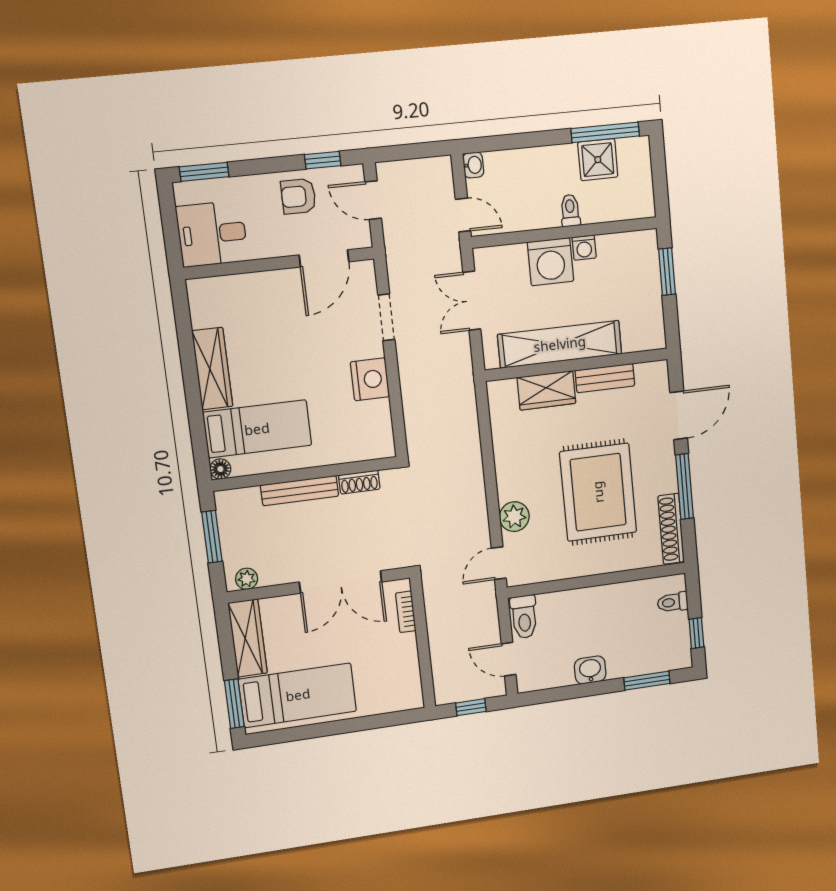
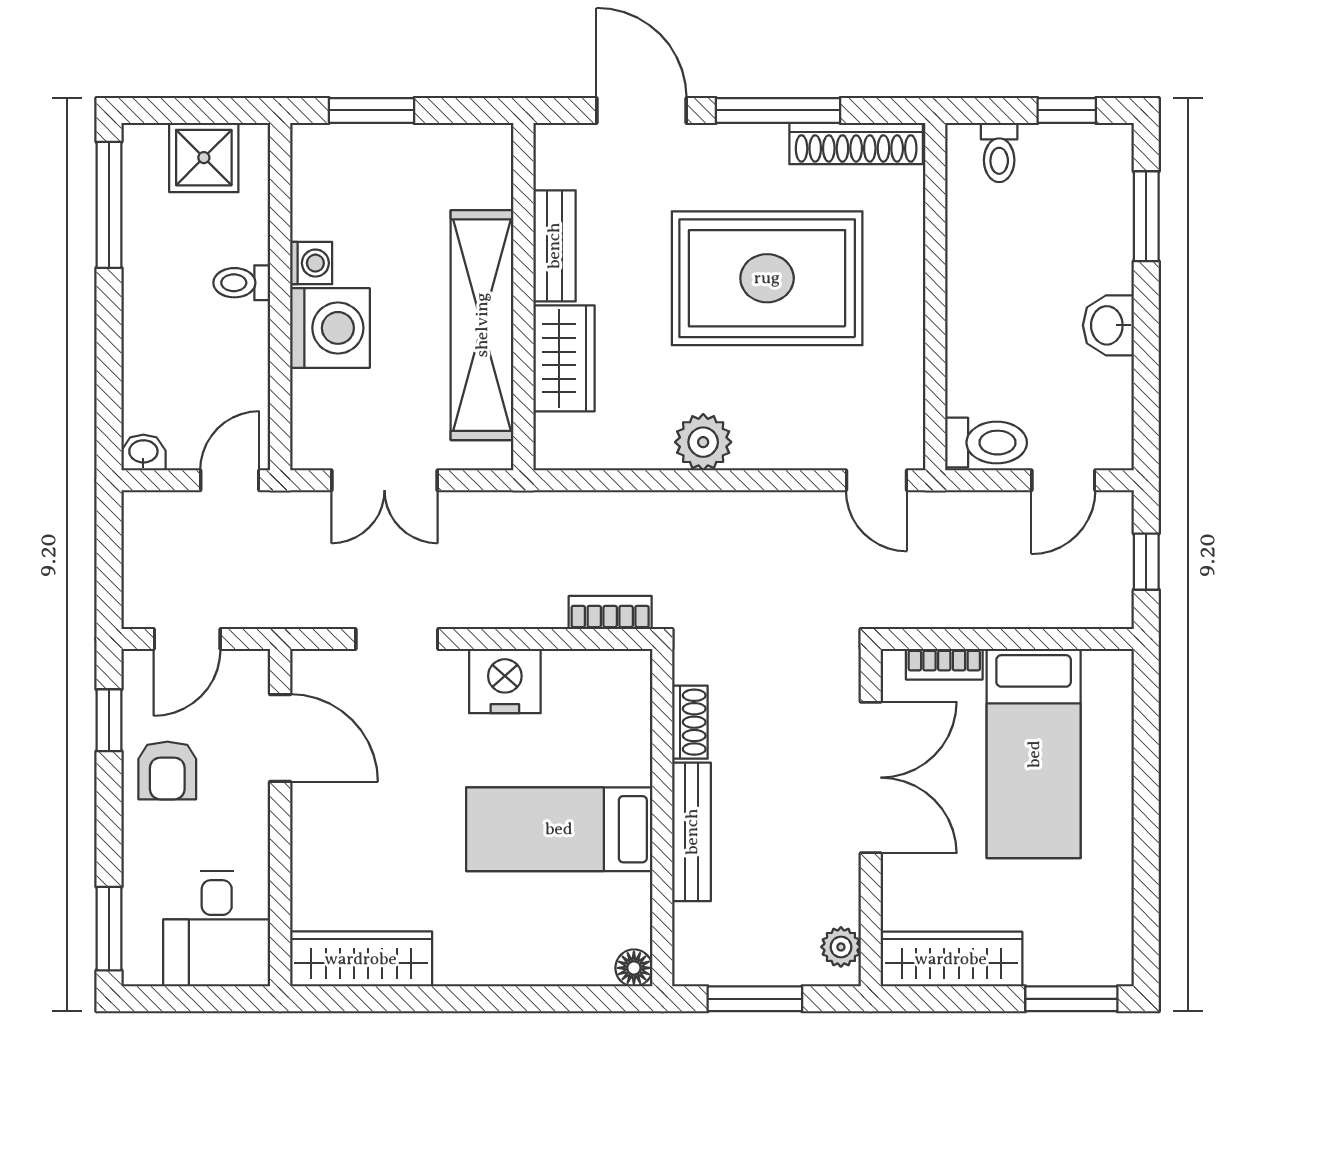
shower: (598, 160) -> (204, 158), moved
wardrobe: (212, 369) -> (361, 959), moved
bed: (257, 429) -> (559, 829), moved, turned -90
bookcase: (414, 432) -> (610, 612), added
plant: (514, 517) -> (703, 442), moved
bed: (298, 695) -> (1034, 754), moved, turned 180

